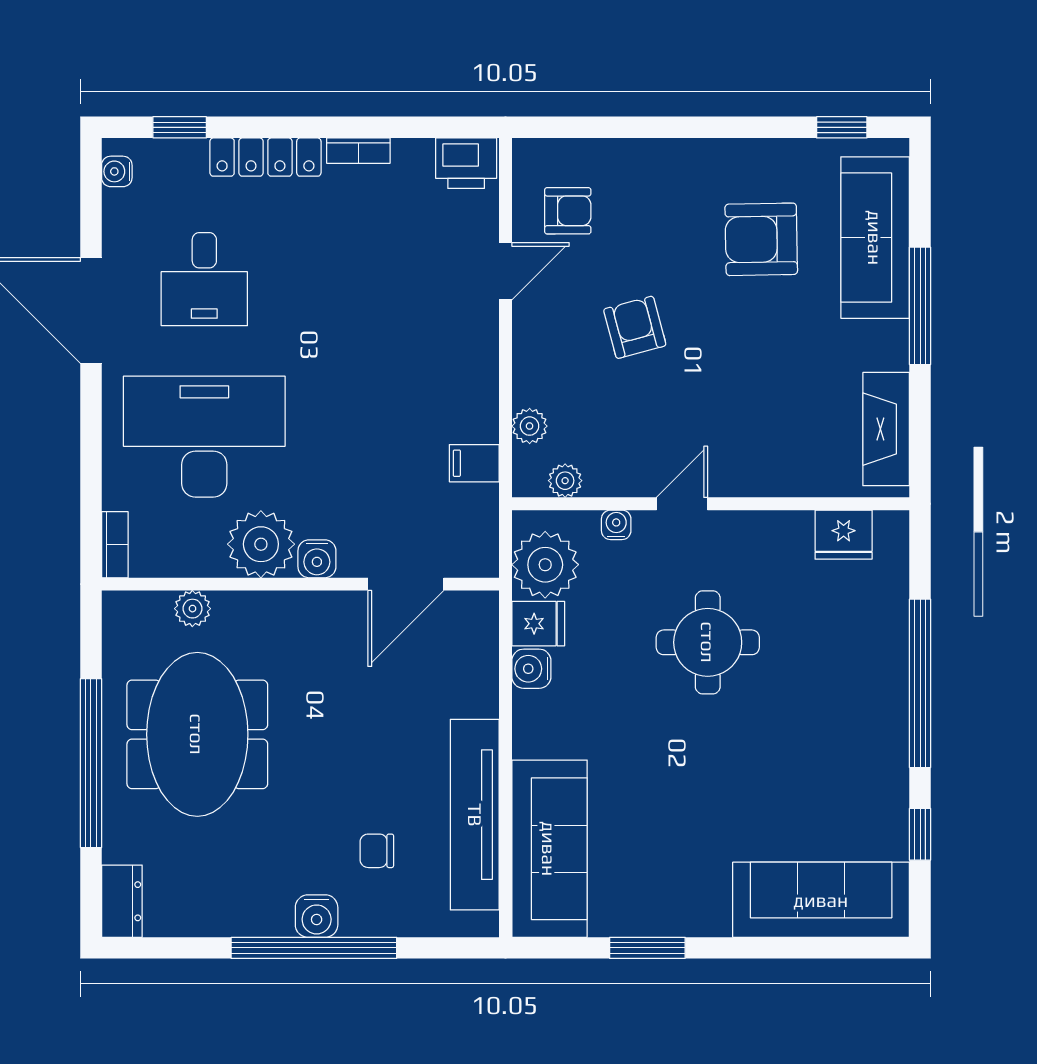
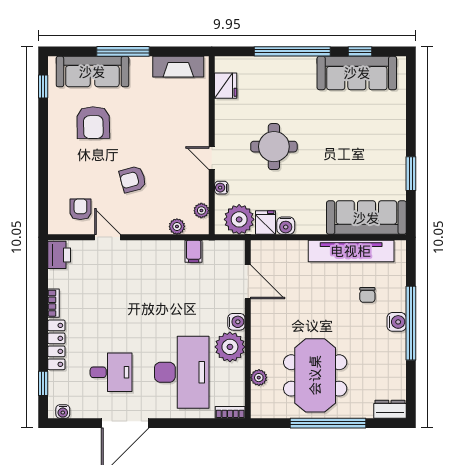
desk: (204, 437) -> (182, 372), turned 180
meeting table: (197, 734) -> (315, 375), turned 90
sofa: (821, 900) -> (357, 73), moved, turned -90

